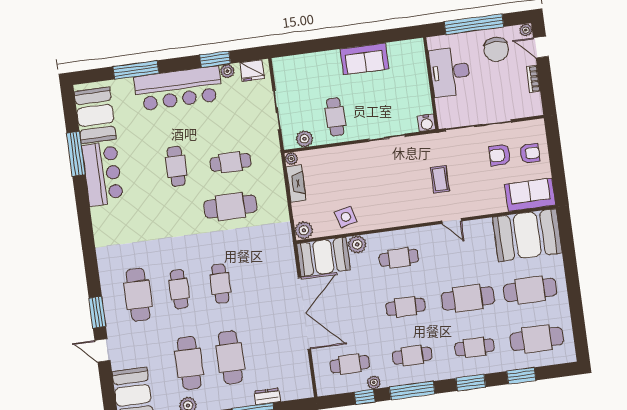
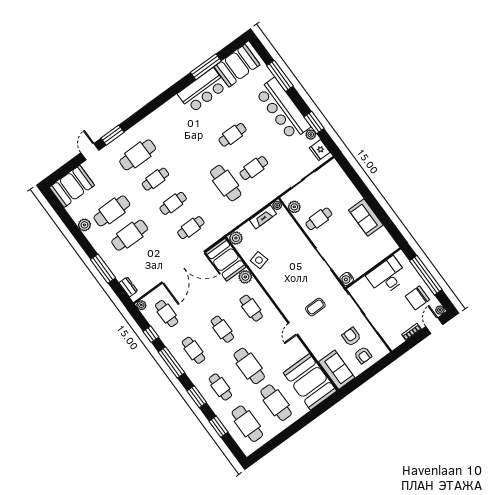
cafe table: (231, 162) -> (254, 168), turned 90
cafe table: (261, 278) -> (191, 228), added
plant: (374, 382) -> (141, 305), moved
dresser: (267, 396) -> (128, 287), moved

